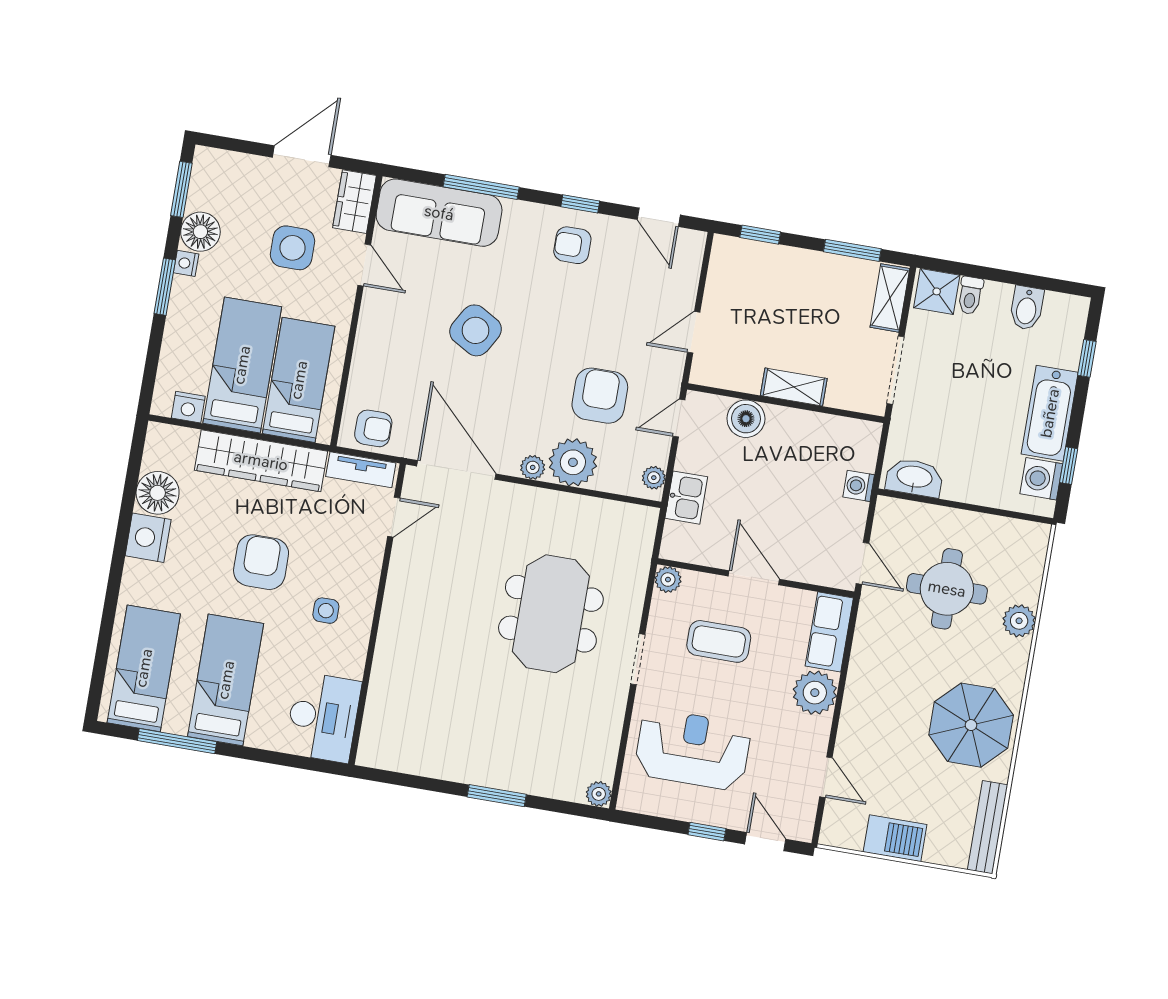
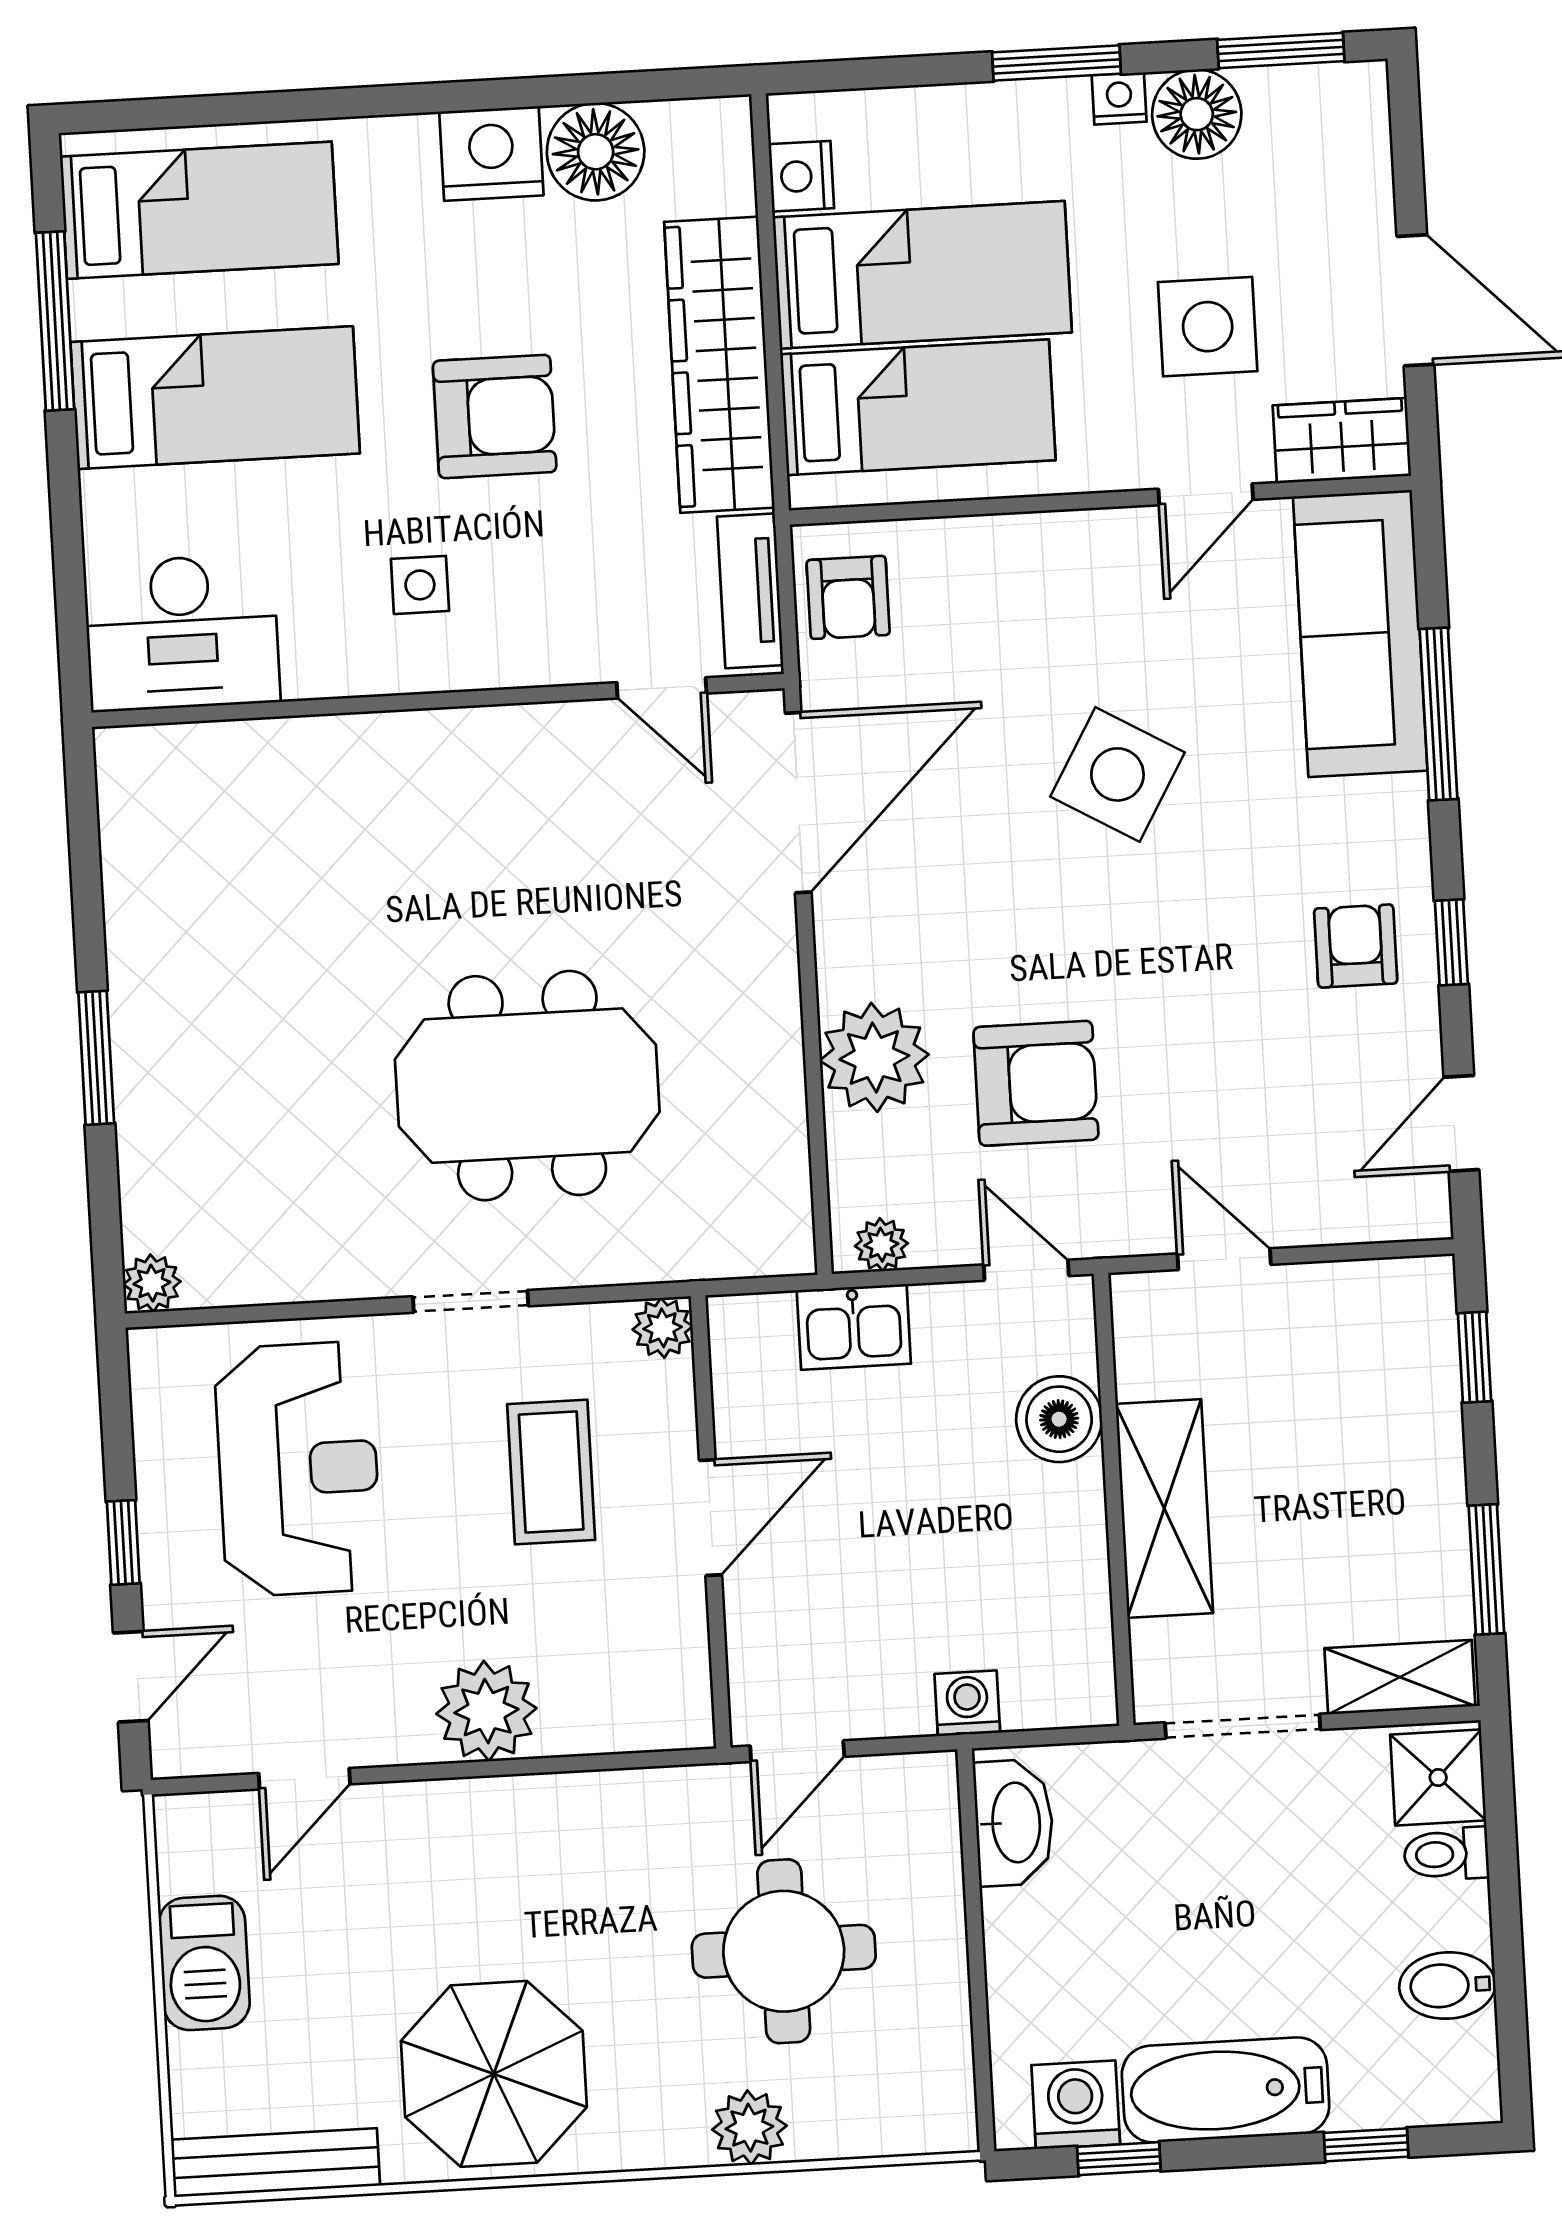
shelving: (794, 387) -> (1164, 1508), width x1.50, depth x1.33
plant: (533, 467) -> (843, 971), removed
row of seats: (829, 632) -> (628, 1712), removed

